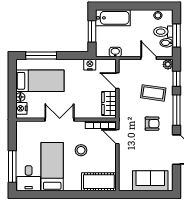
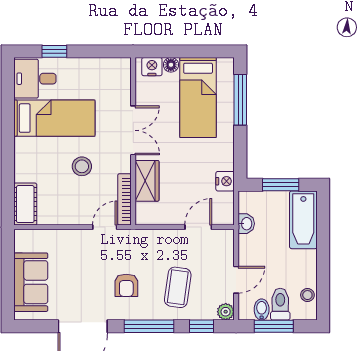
wardrobe: (109, 103) -> (147, 181), moved, turned 90
window: (12, 167) -> (54, 51), width x0.46
cot: (99, 182) -> (25, 204), width x0.73, depth x0.75

